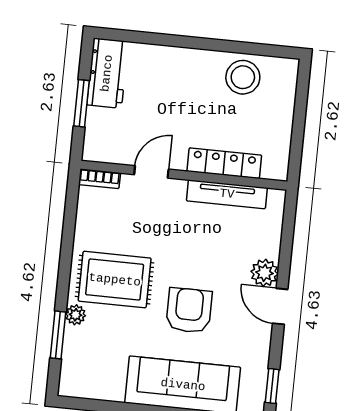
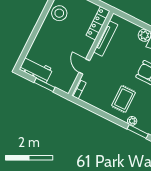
locker: (224, 163) -> (98, 23), moved
rug: (115, 280) -> (124, 99), width x0.73, depth x0.70

